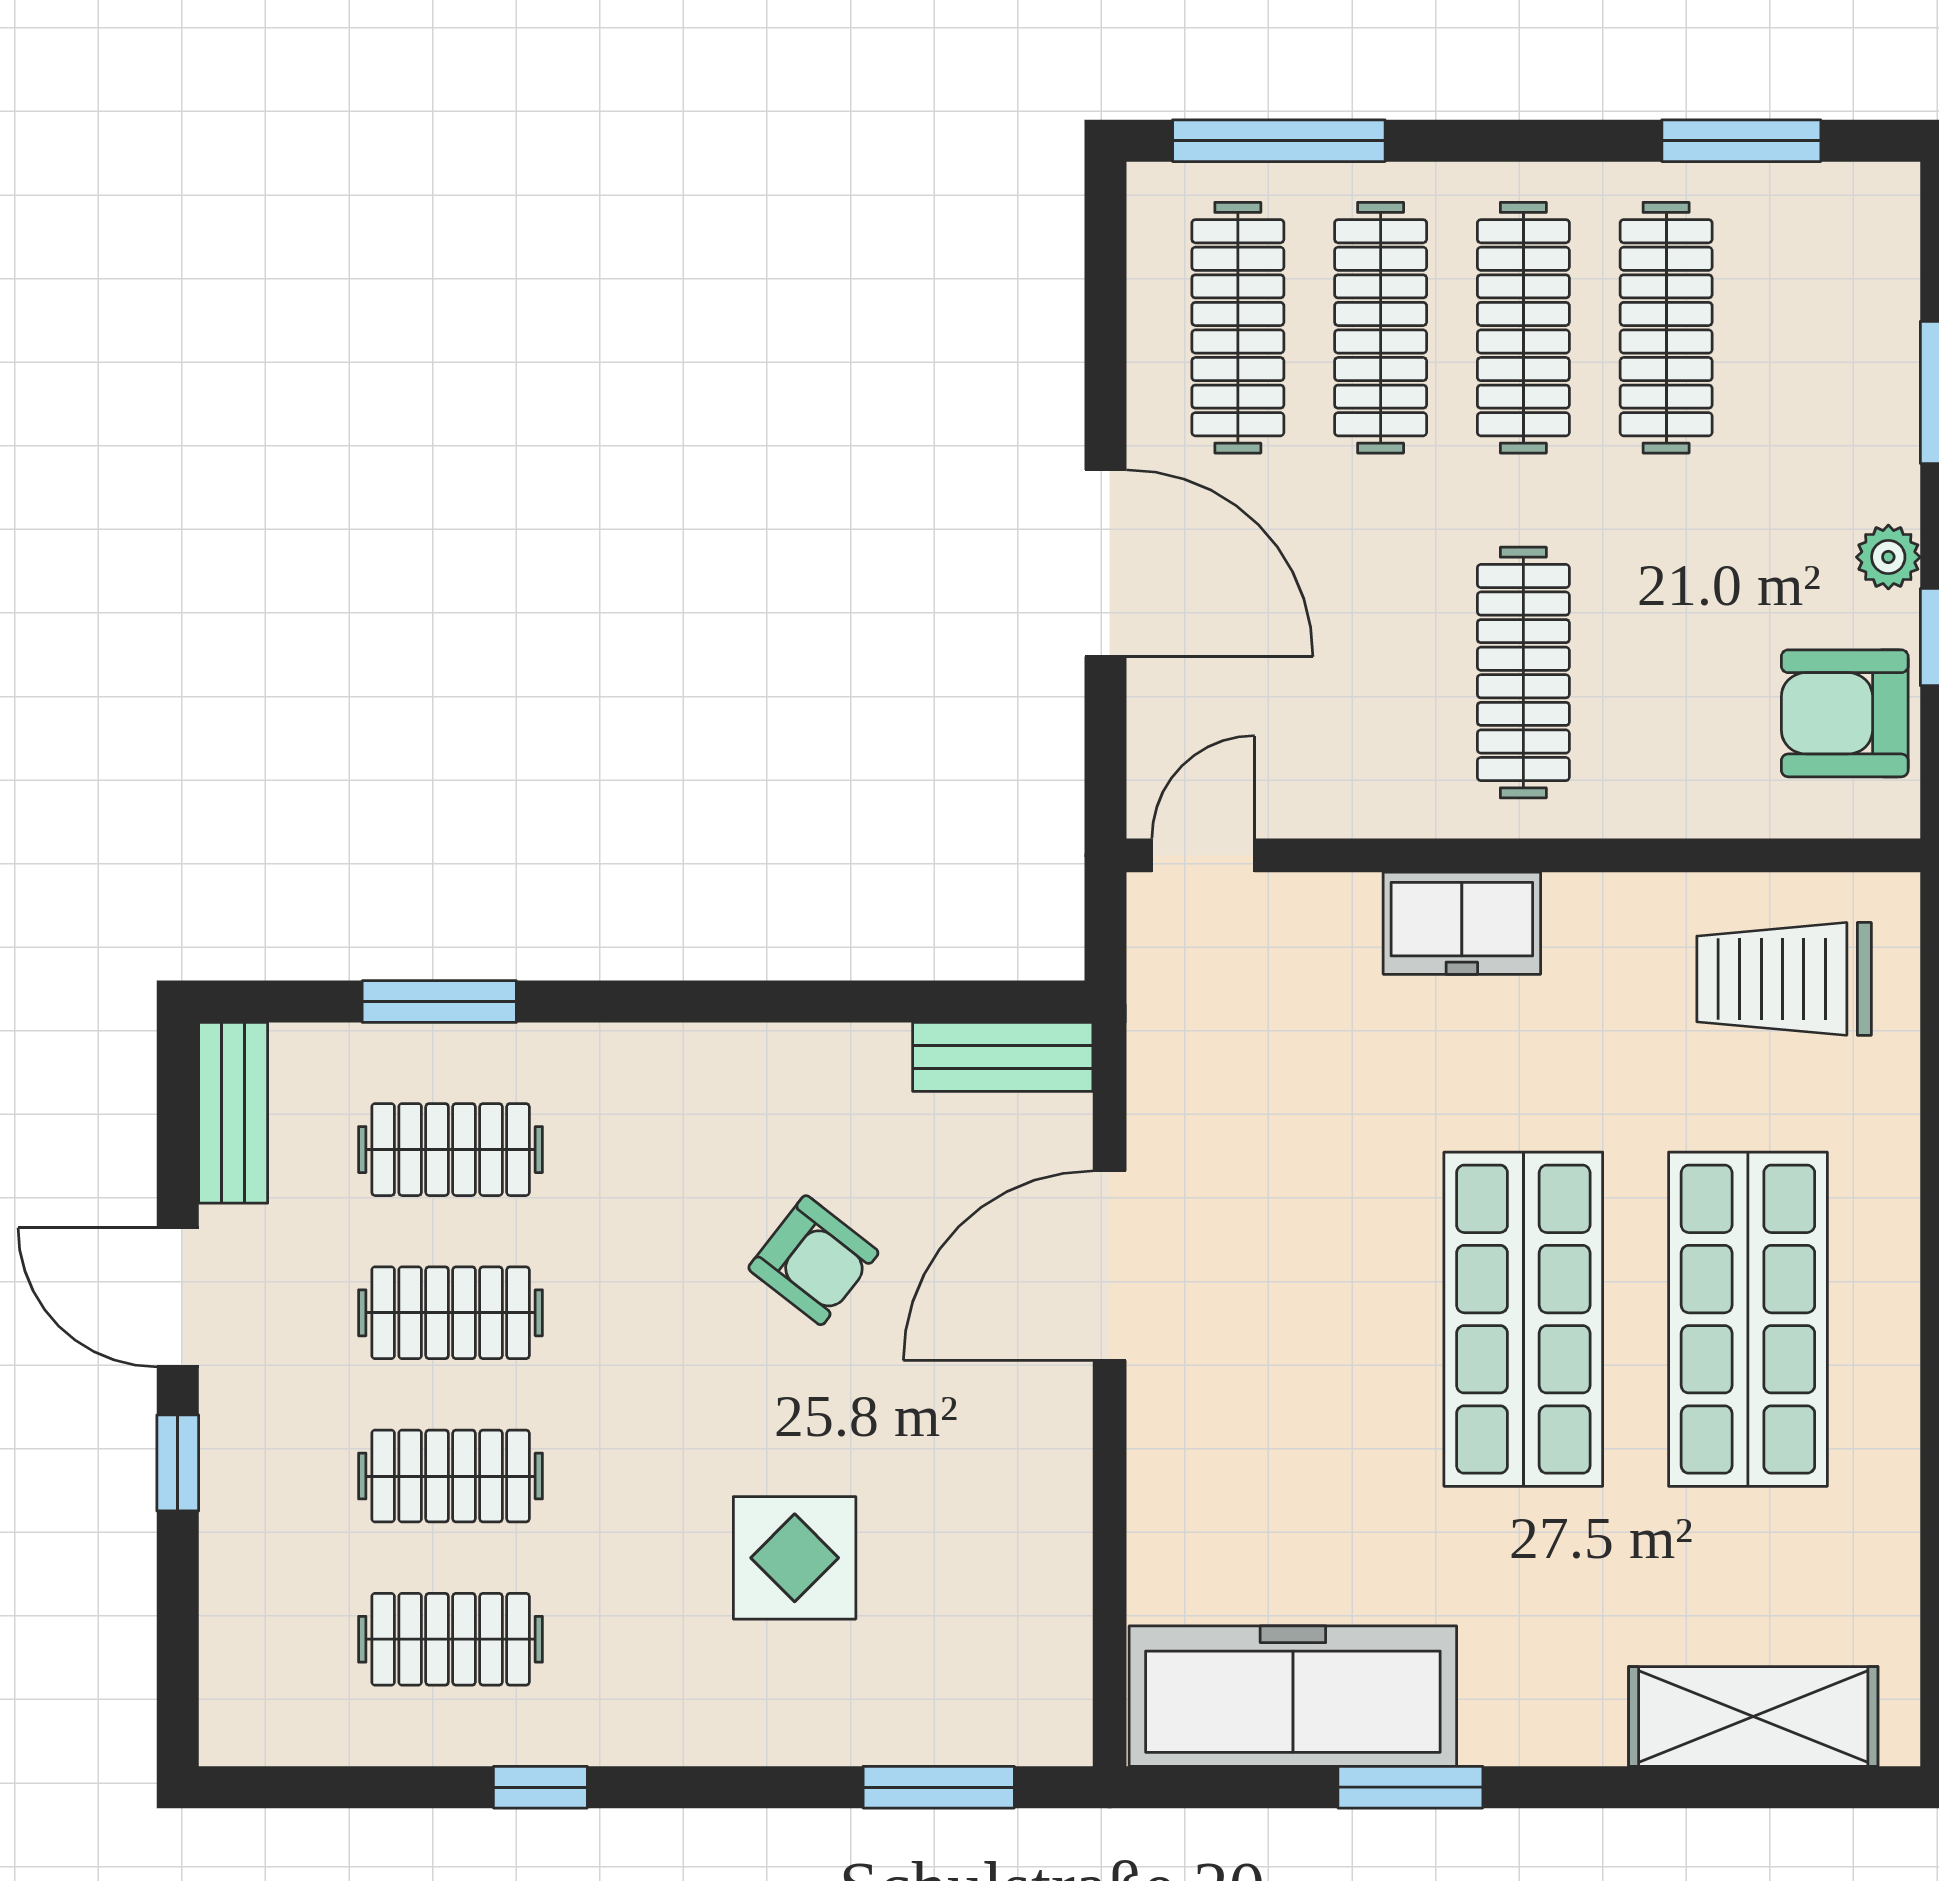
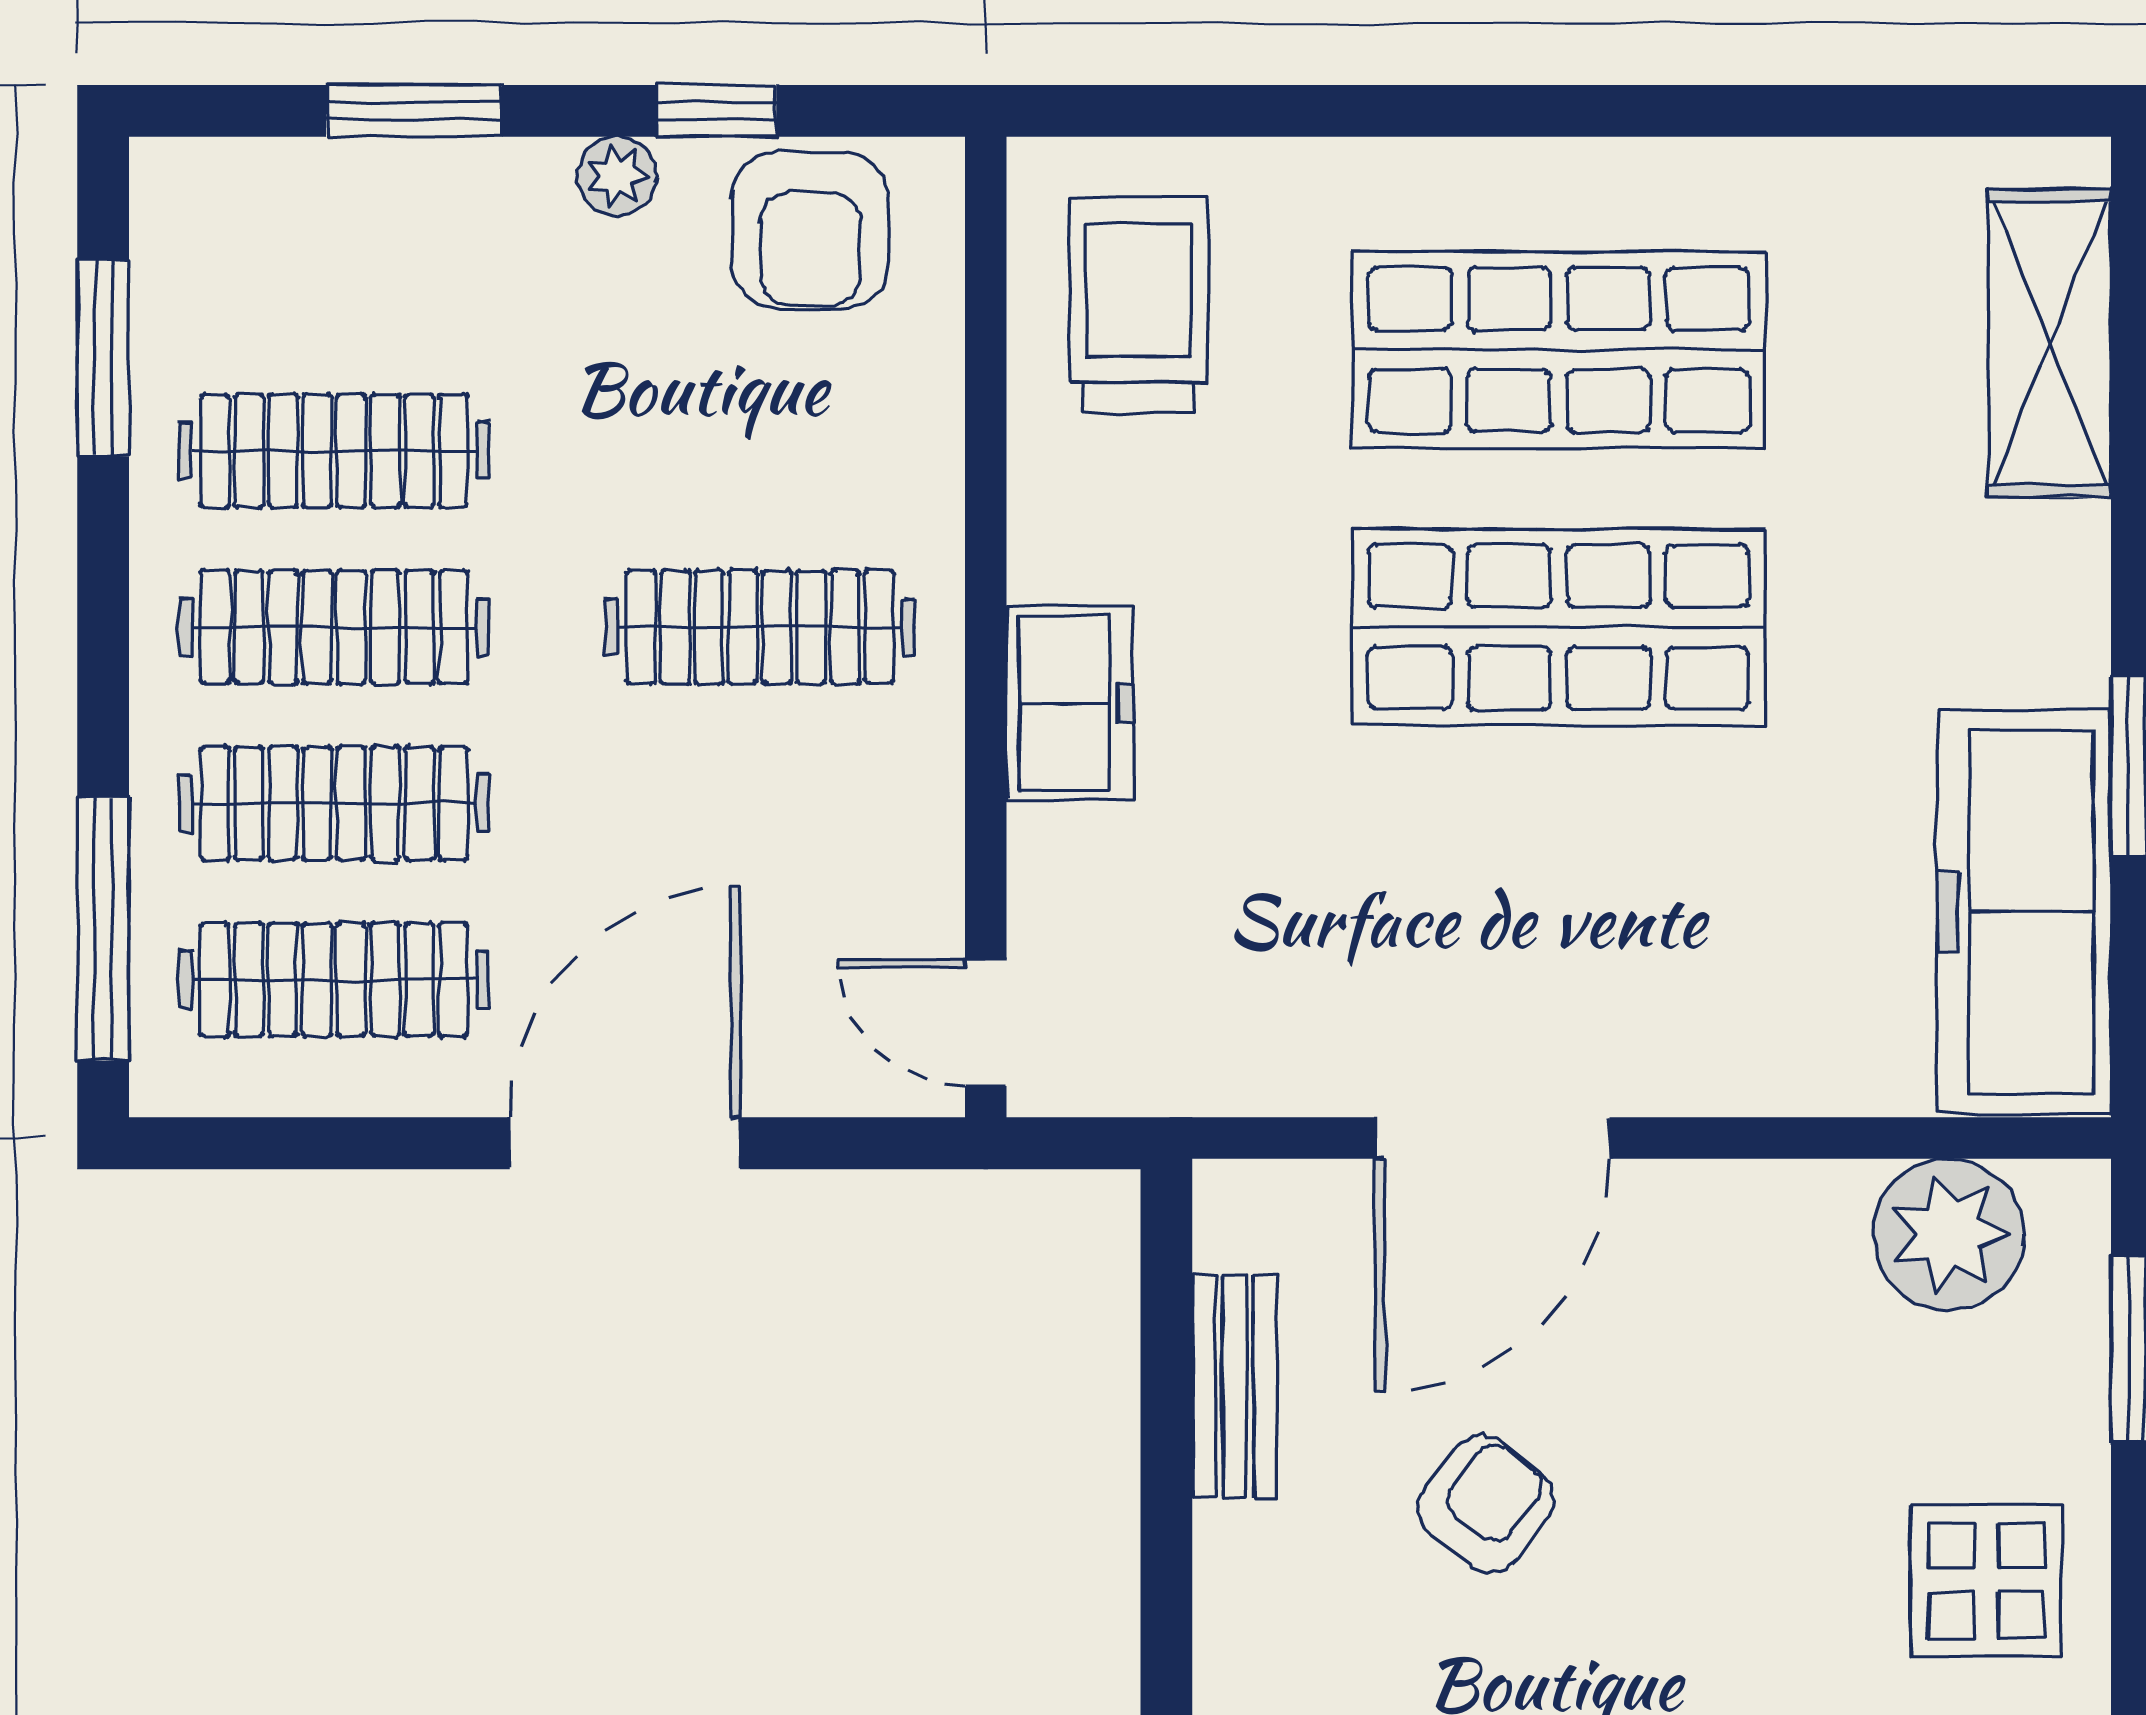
trolley: (1784, 979) -> (1138, 305), turned 180
bench: (1003, 1057) -> (1235, 1386), moved
door: (1110, 1266) -> (1493, 1138), hinge flipped
display table: (795, 1558) -> (1986, 1581), moved
plant: (1032, 1635) -> (1948, 1234), added

